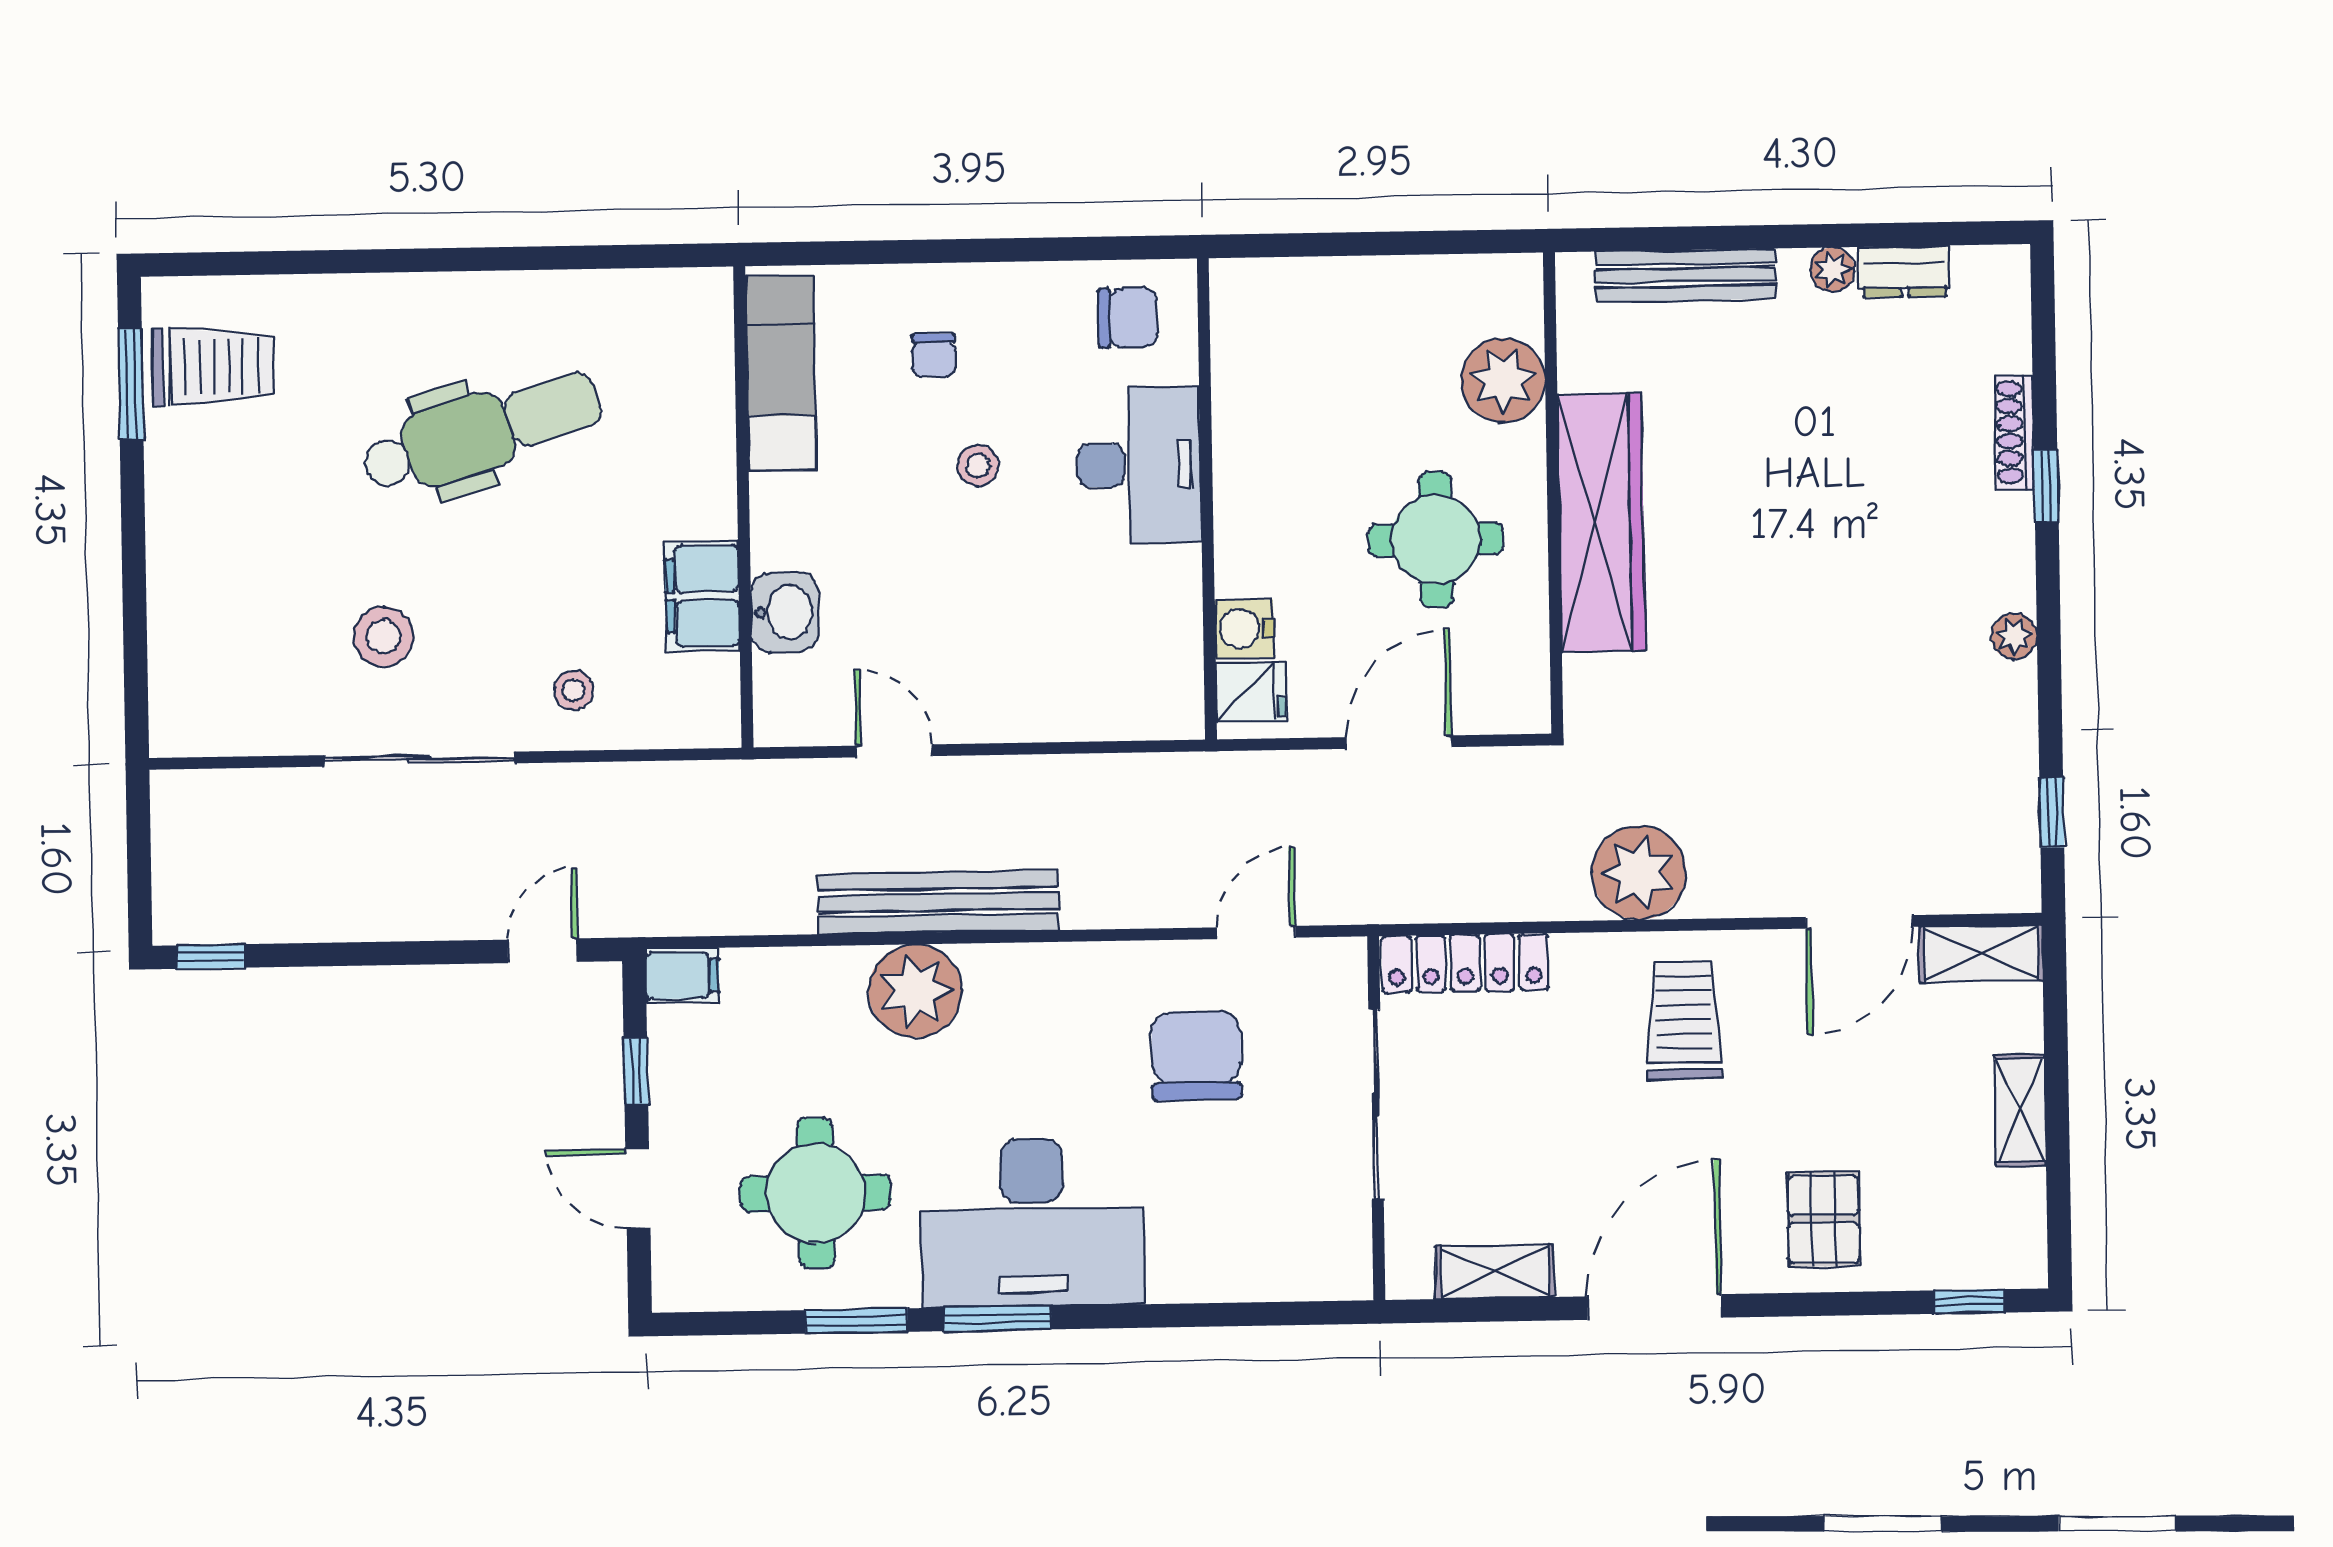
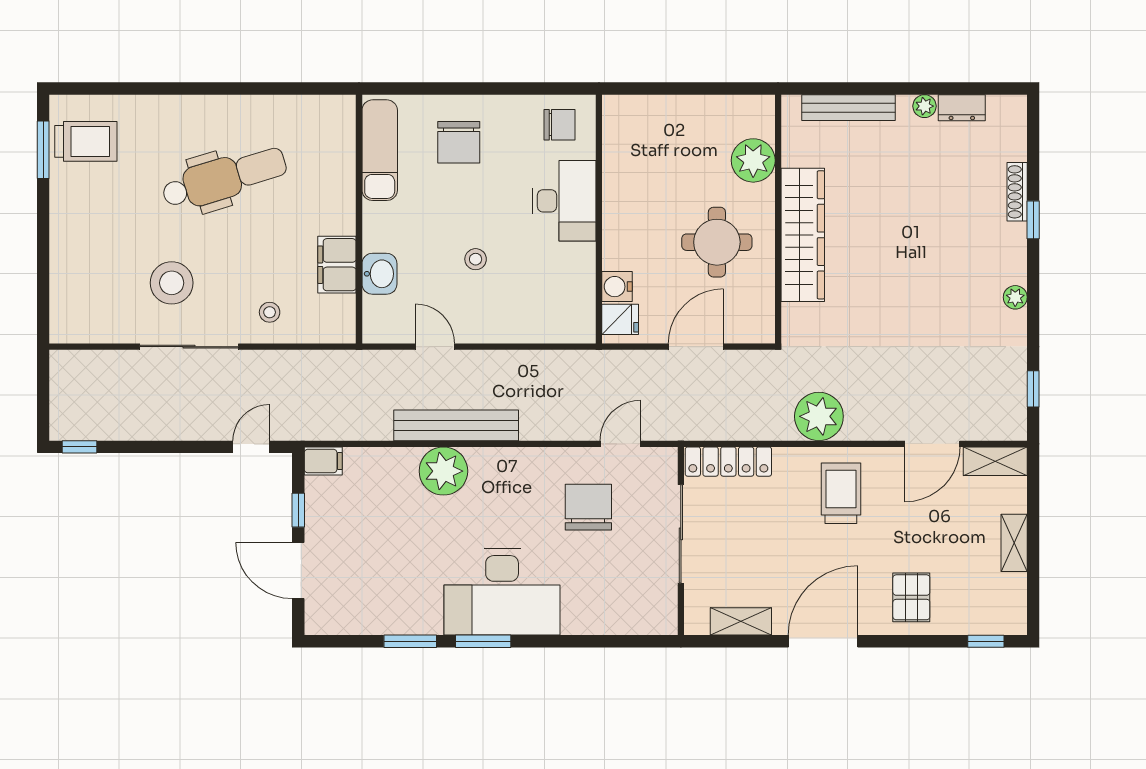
chair: (934, 355) -> (459, 142), width x1.87, depth x1.87
stool: (978, 466) -> (476, 259), moved
stool: (384, 637) -> (172, 283), width x1.38, depth x1.38
door: (638, 1188) -> (298, 571), width x1.38
round table: (816, 1193) -> (390, 575), removed

